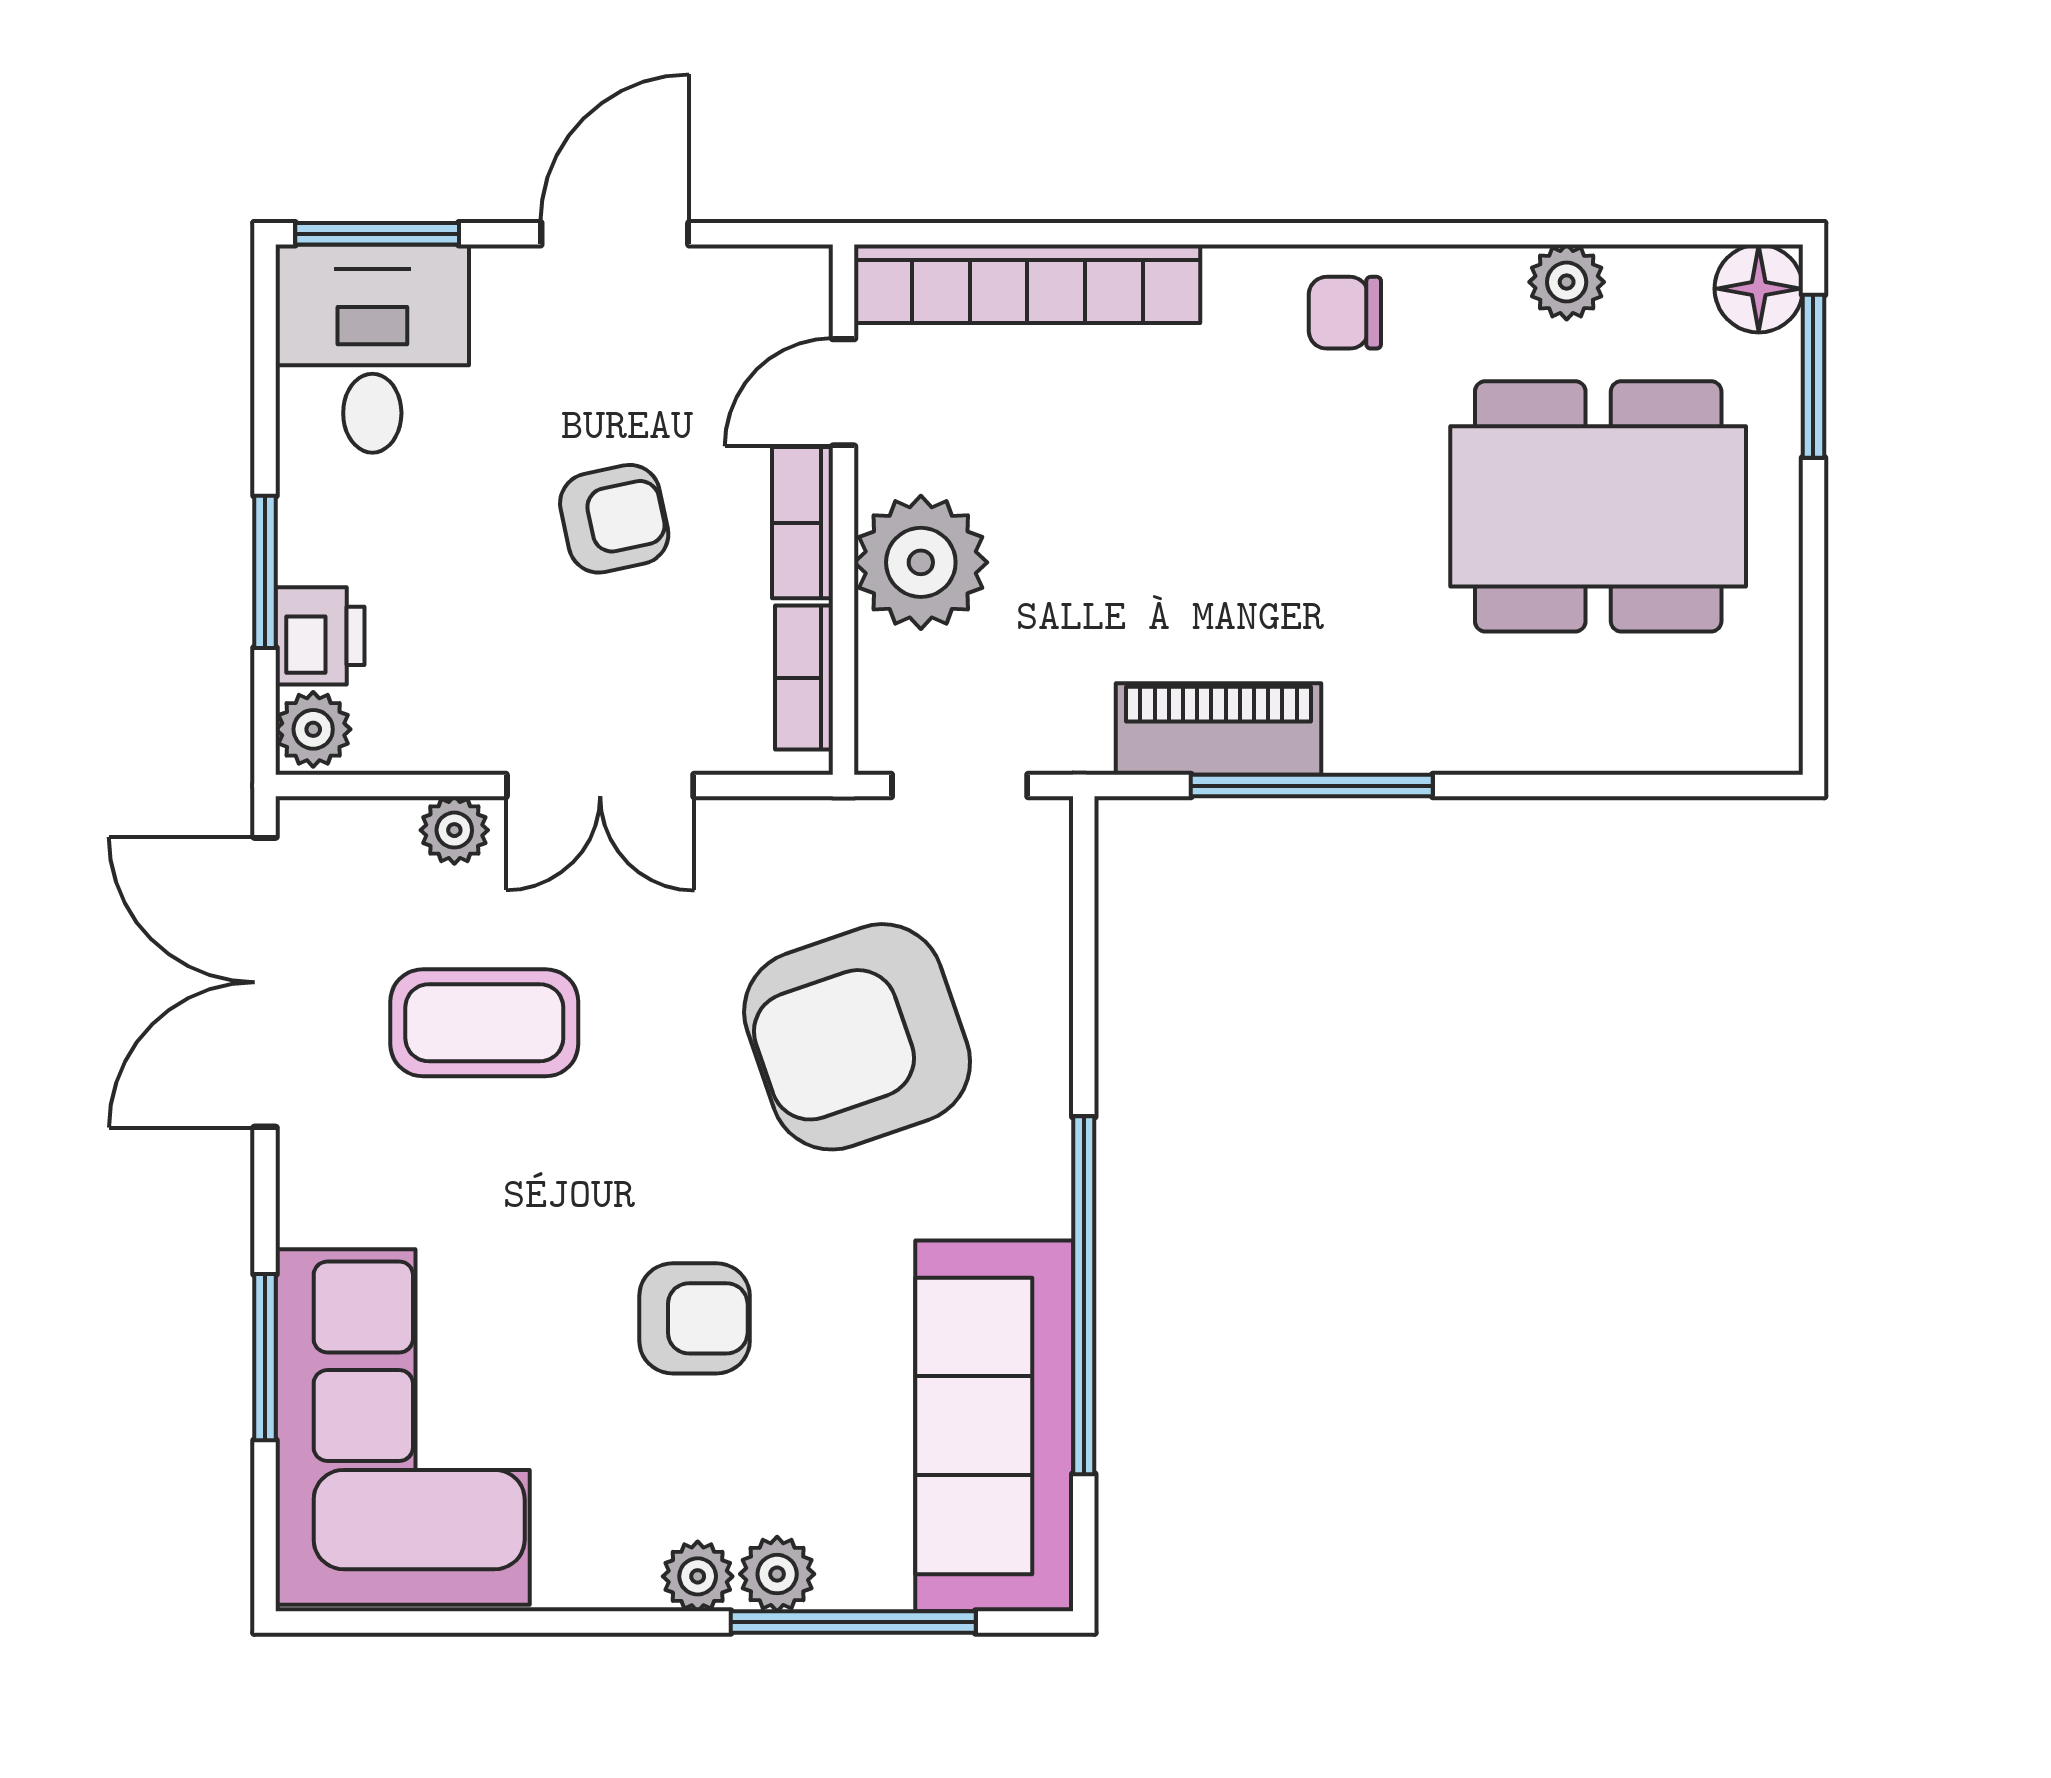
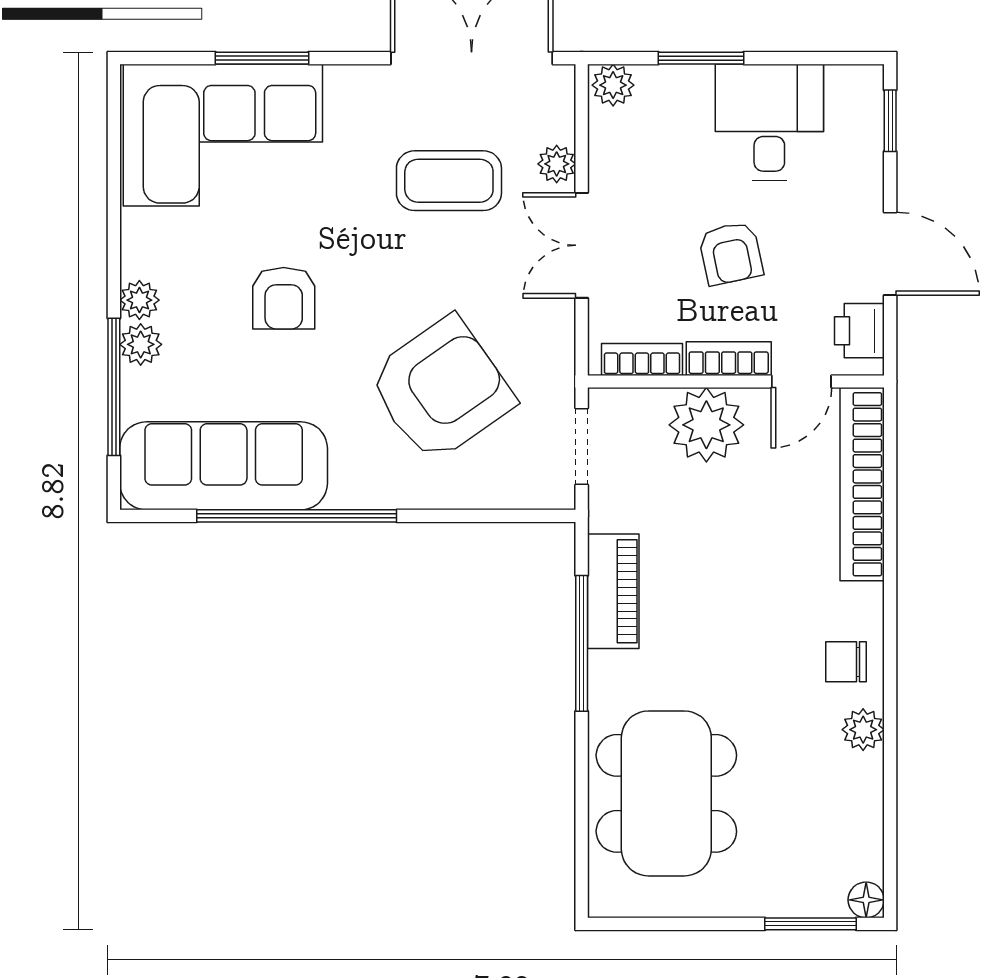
window: (377, 234) -> (890, 121), width x0.67
plant: (1567, 282) -> (863, 730), moved
floor lamp: (1759, 289) -> (866, 900), width x0.73, depth x0.73
chair: (1345, 313) -> (846, 662), turned -90
desk: (372, 349) -> (769, 122), moved, turned -90
door: (843, 392) -> (801, 382), swing flipped
dining table: (1598, 506) -> (666, 793), moved
printer: (320, 636) -> (859, 331), moved, turned 90
coffee table: (484, 1023) -> (449, 181), turned 90
armchair: (857, 1037) -> (441, 389), turned 74

